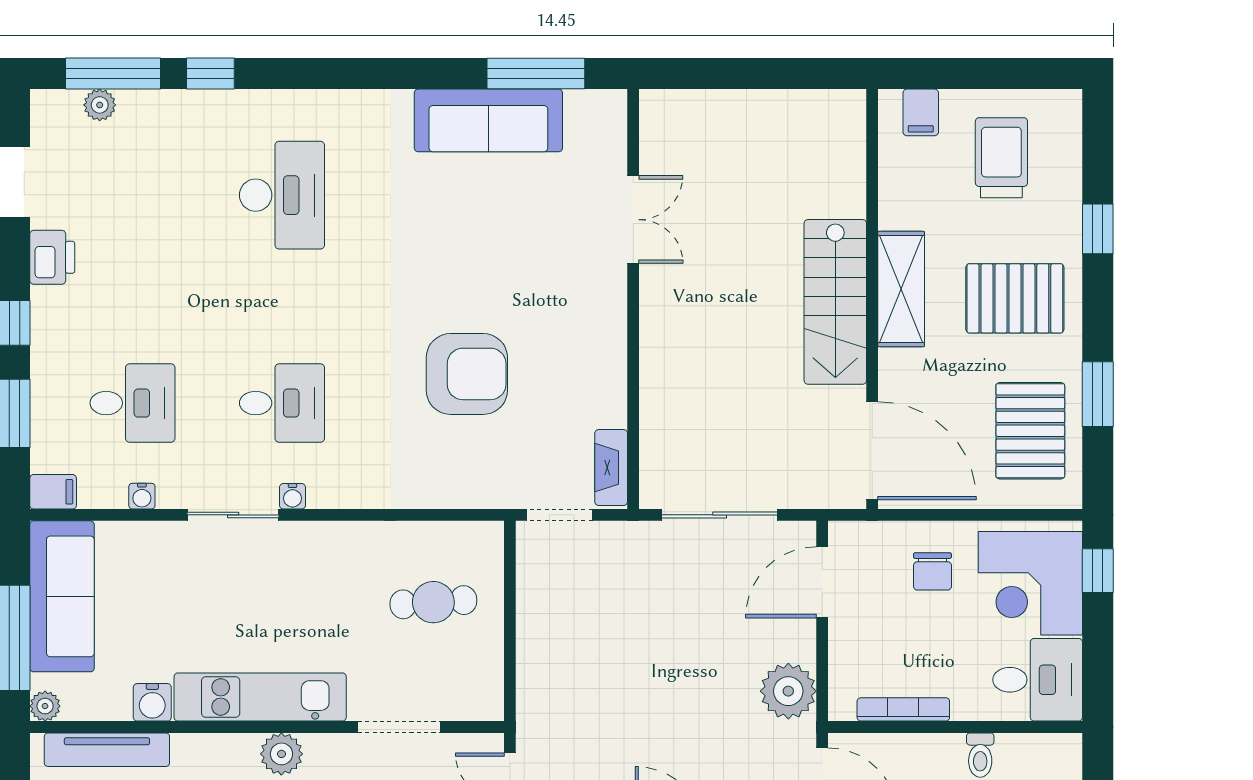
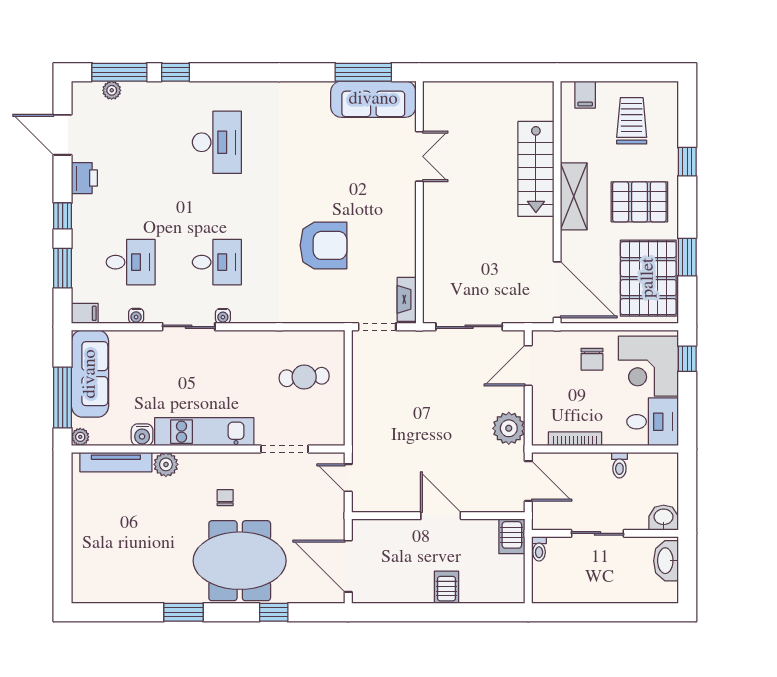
sofa: (488, 120) -> (373, 99), moved
stairs: (835, 302) -> (536, 169), moved
pallet: (1030, 431) -> (648, 278), width x1.37, depth x1.41
plant: (281, 754) -> (166, 464), moved

